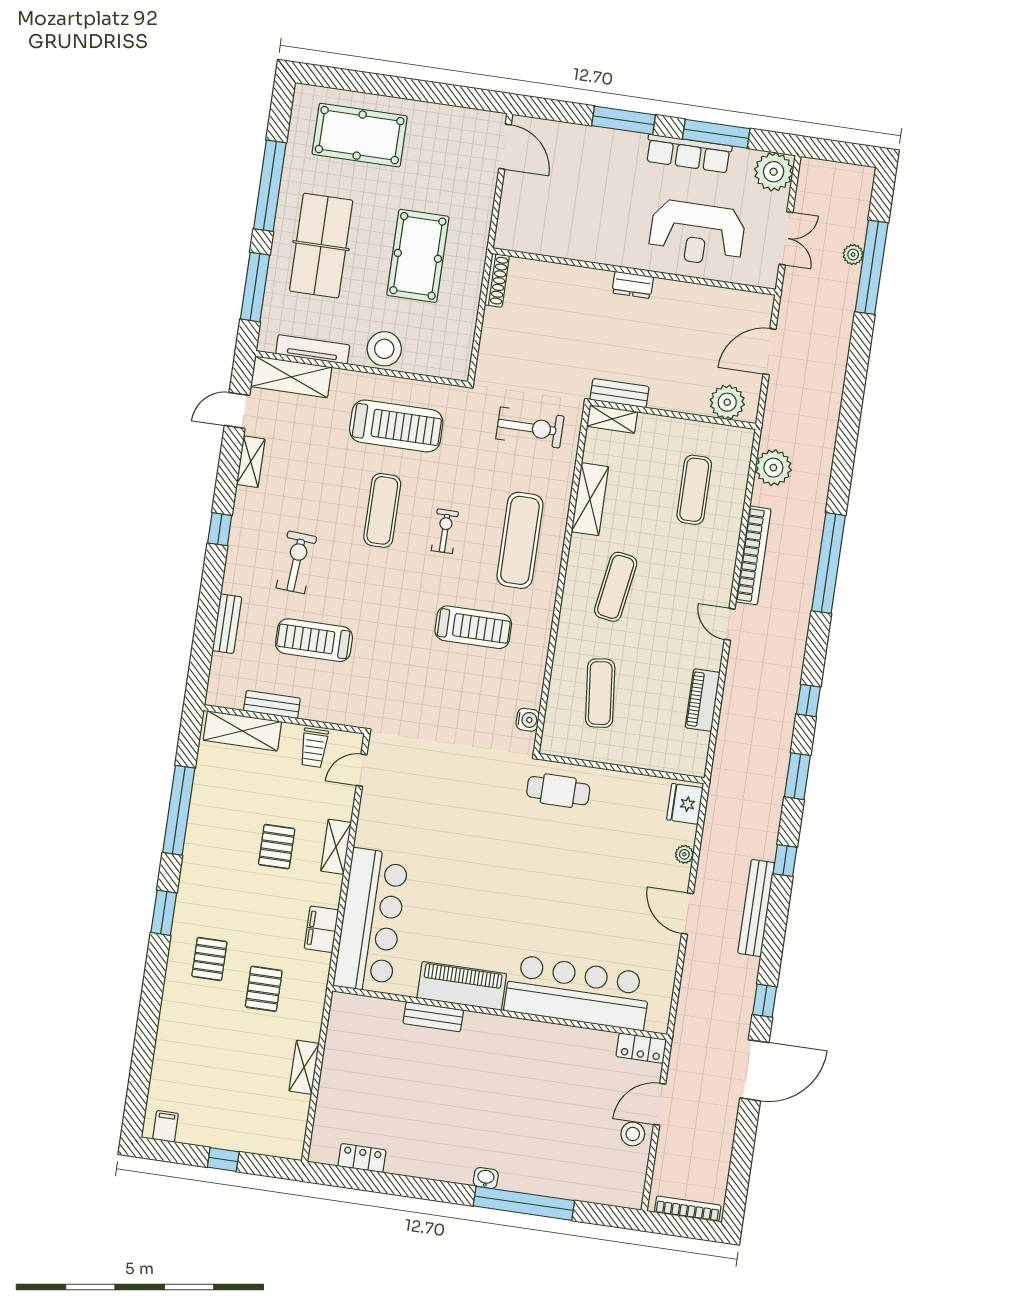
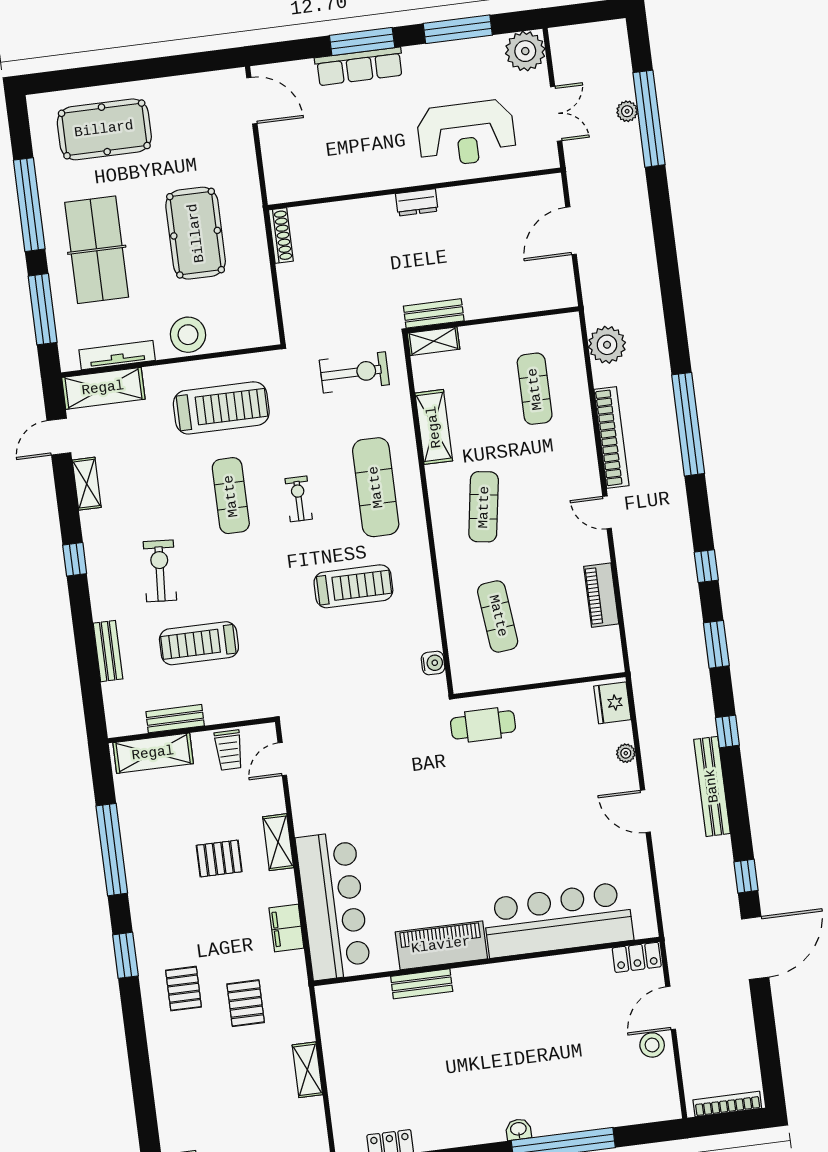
row of seats: (689, 154) -> (359, 66), moved
plant: (727, 402) -> (543, 293), removed
pallet: (277, 847) -> (219, 859), turned 90

